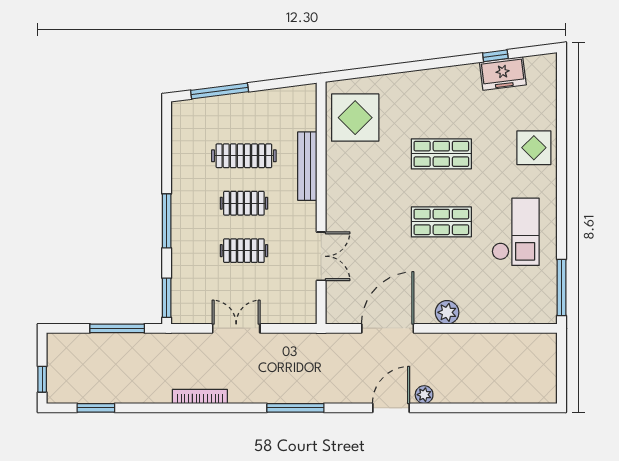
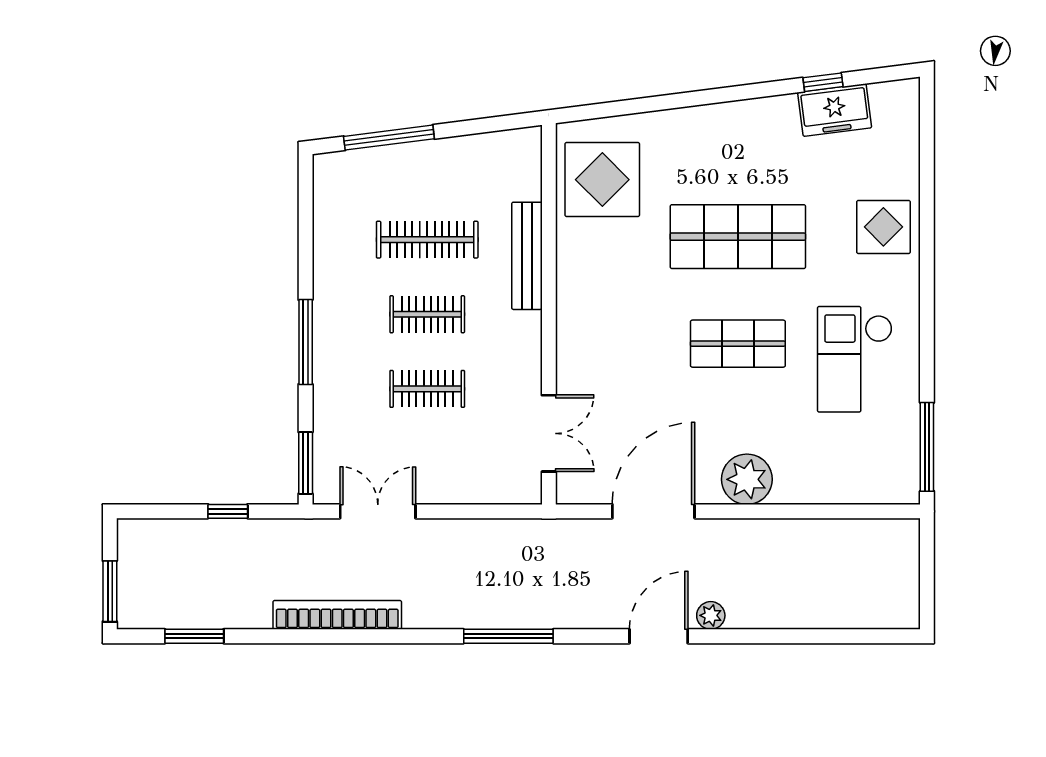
shop shelf: (441, 154) -> (738, 237), width x1.43, depth x1.36
checkout: (516, 232) -> (855, 359), turned 180
double door: (321, 256) -> (549, 433), moved
plant: (447, 312) -> (747, 479), width x1.36, depth x1.36
window: (117, 328) -> (228, 511), width x0.46
double door: (236, 328) -> (378, 511), moved
window: (42, 379) -> (110, 591), width x1.50
bookcase: (200, 396) -> (337, 615), width x1.48, depth x1.31

